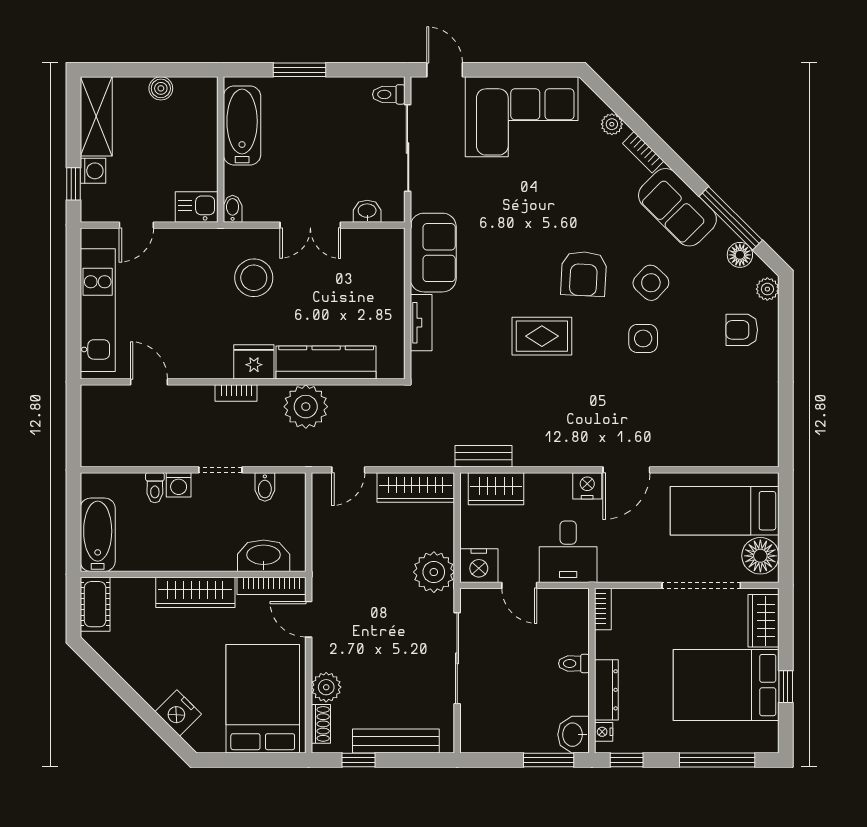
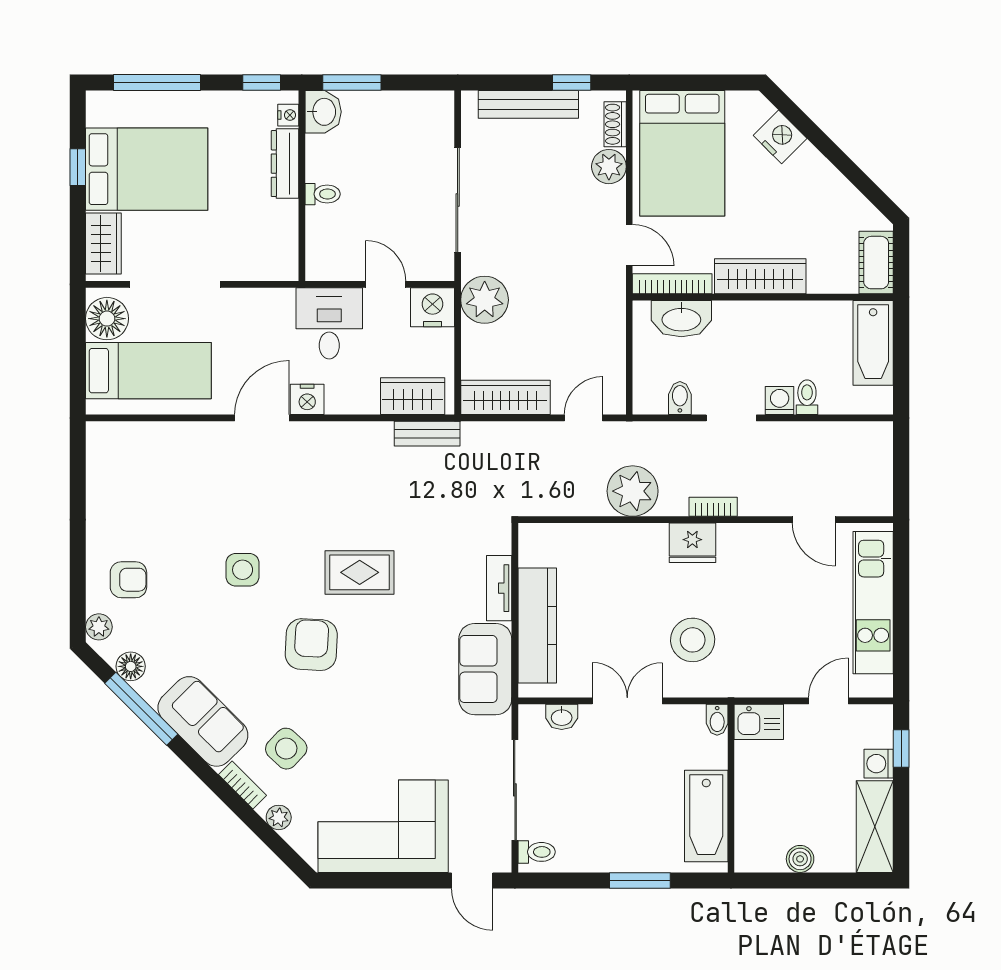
side table: (651, 283) -> (286, 749), moved
kitchen counter: (326, 362) -> (537, 626), moved, turned -90
bookcase: (603, 609) -> (289, 257), removed

